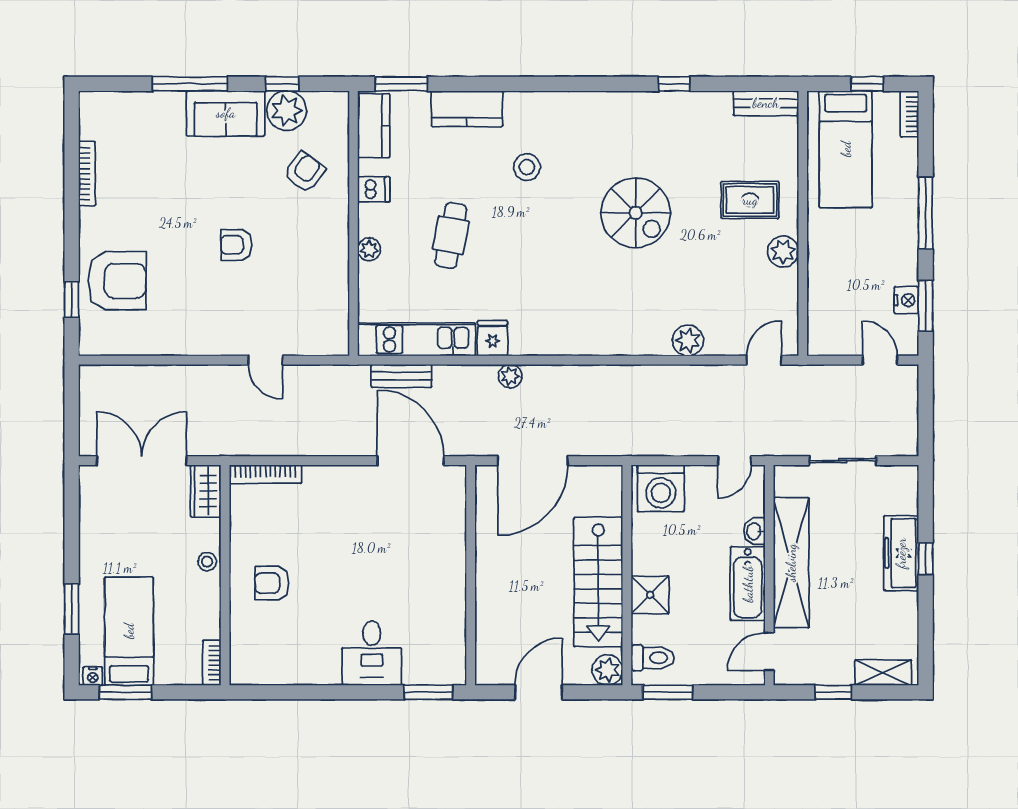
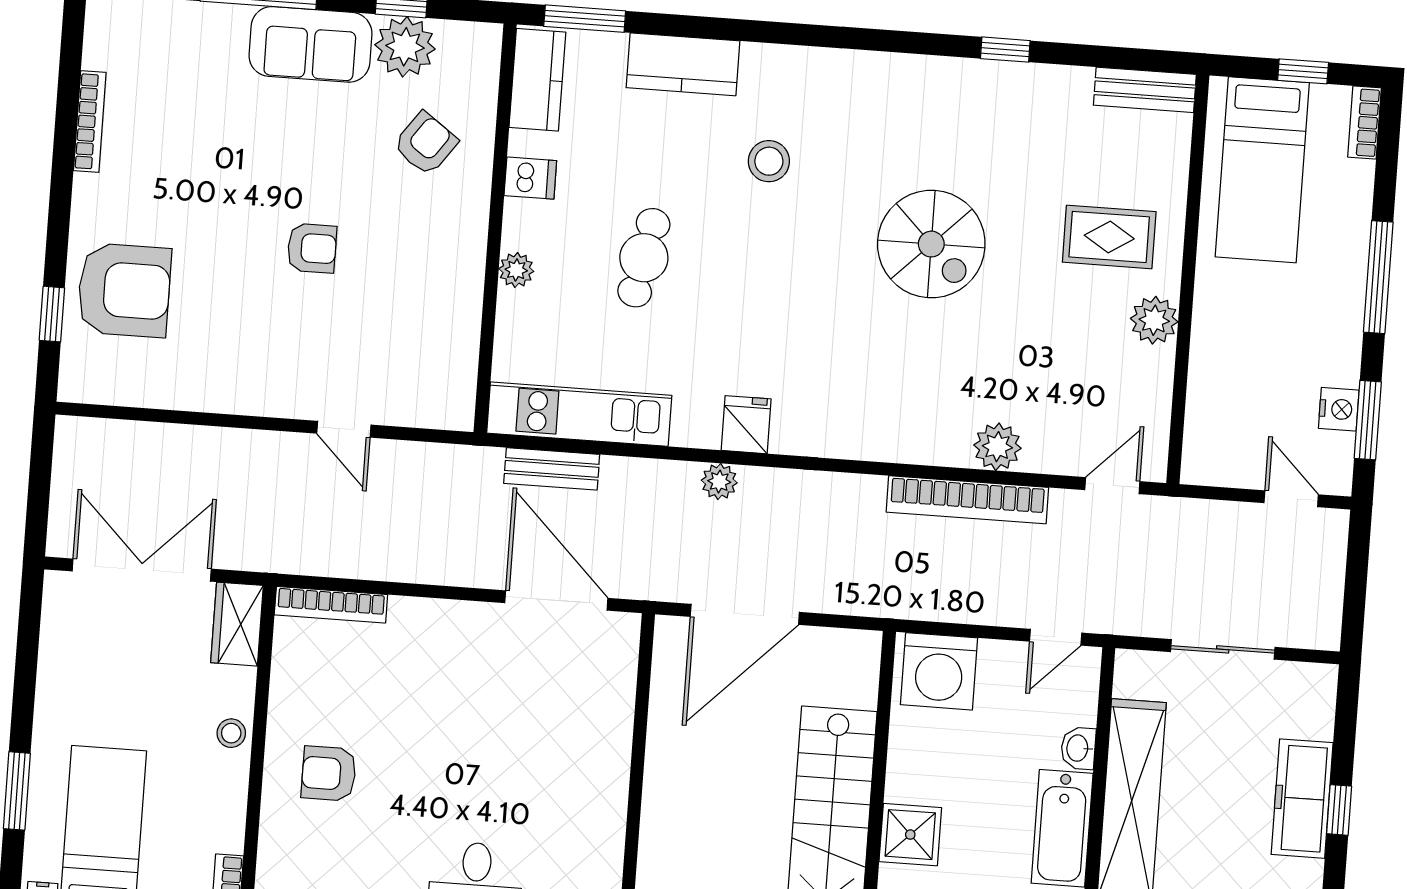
armchair: (236, 245) -> (312, 248), turned 180
fridge: (493, 338) -> (746, 425), moved
bookcase: (671, 376) -> (967, 500), added

